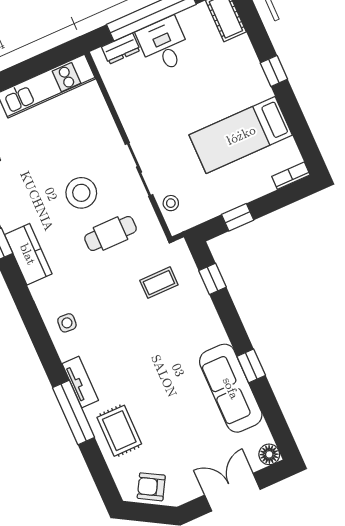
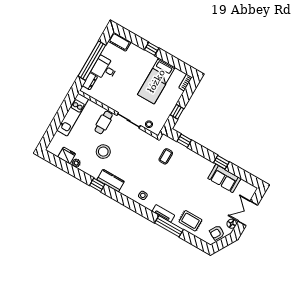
stool: (81, 193) -> (103, 152), moved
cafe table: (110, 233) -> (104, 122), moved
sofa: (231, 388) -> (224, 178), width x0.73
floor lamp: (269, 454) -> (232, 224), moved

